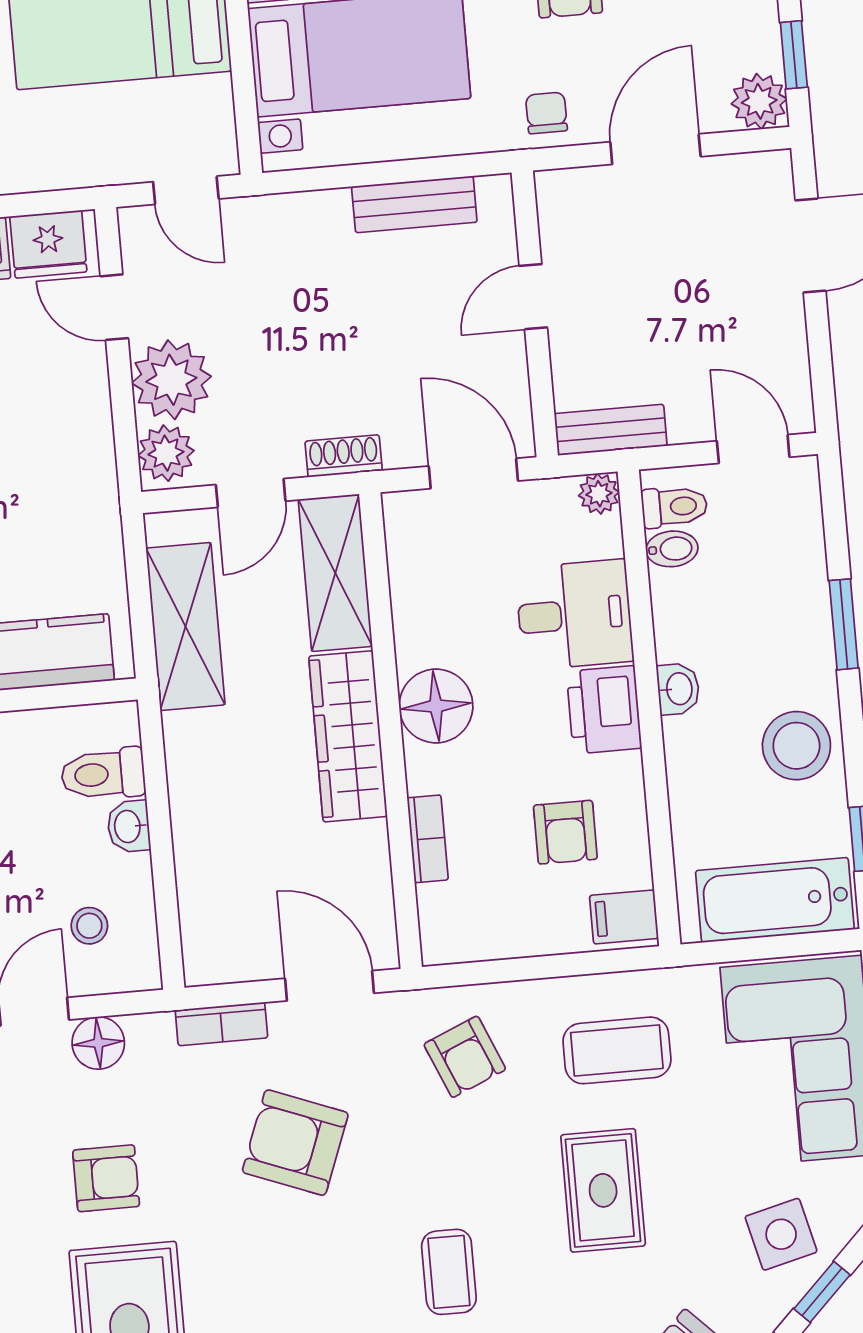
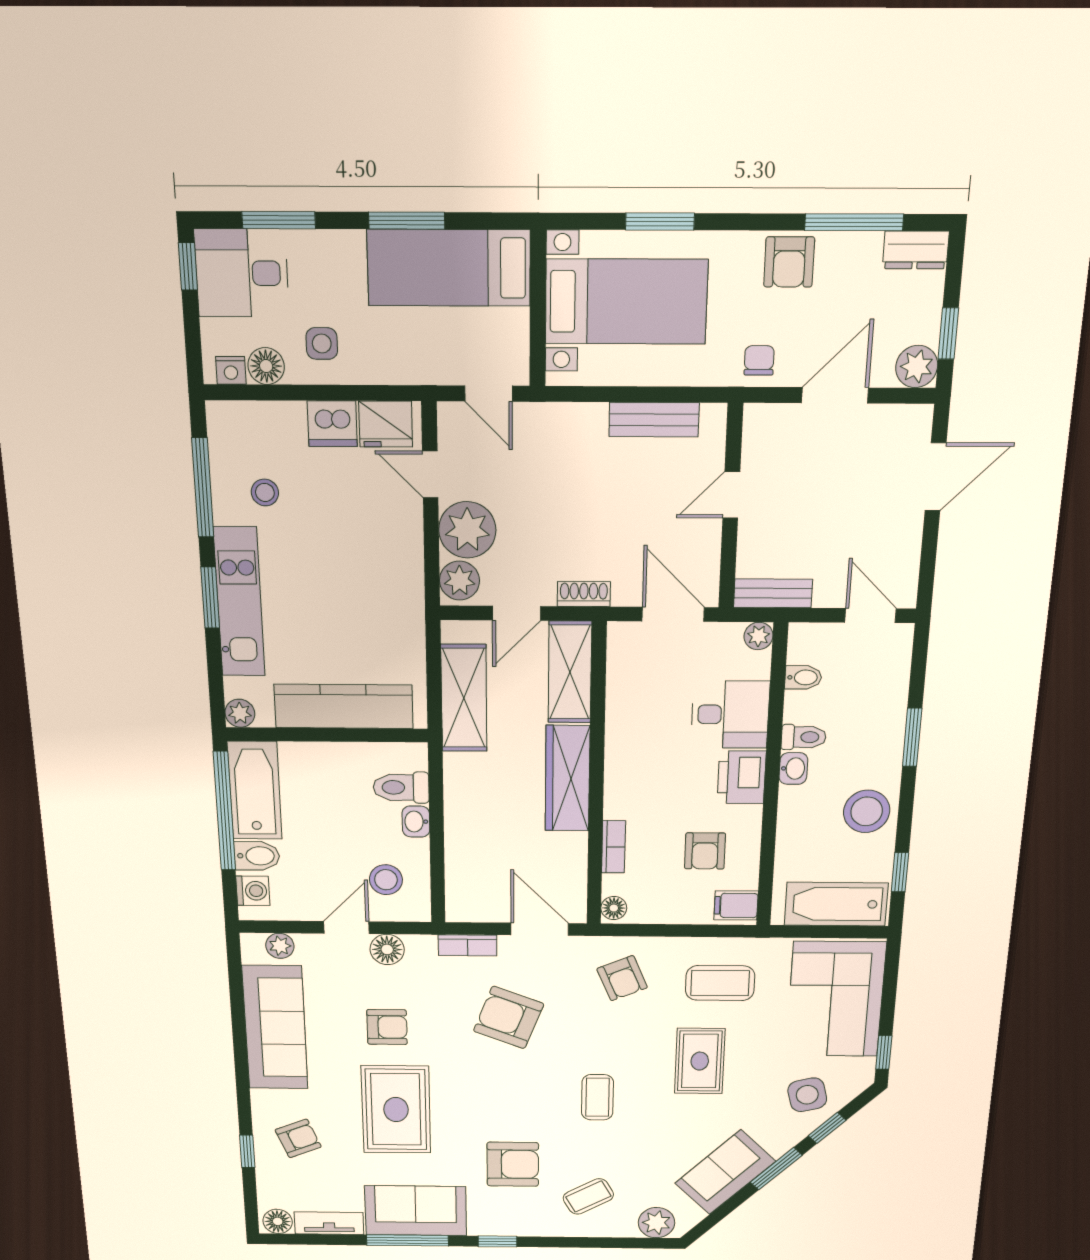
toilet: (674, 507) -> (804, 737), moved
floor lamp: (436, 706) -> (614, 908), moved, width x0.53, depth x0.53
stool: (89, 926) -> (386, 880), width x1.37, depth x1.37

